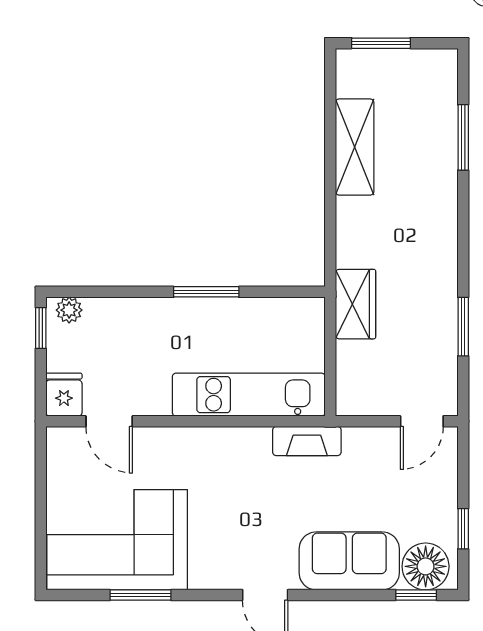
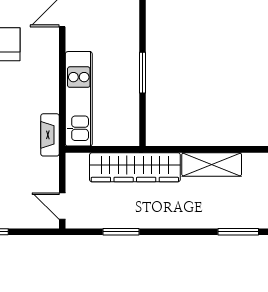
shelving: (355, 147) -> (212, 165), moved
wardrobe: (356, 304) -> (135, 167), width x2.10, depth x1.17

